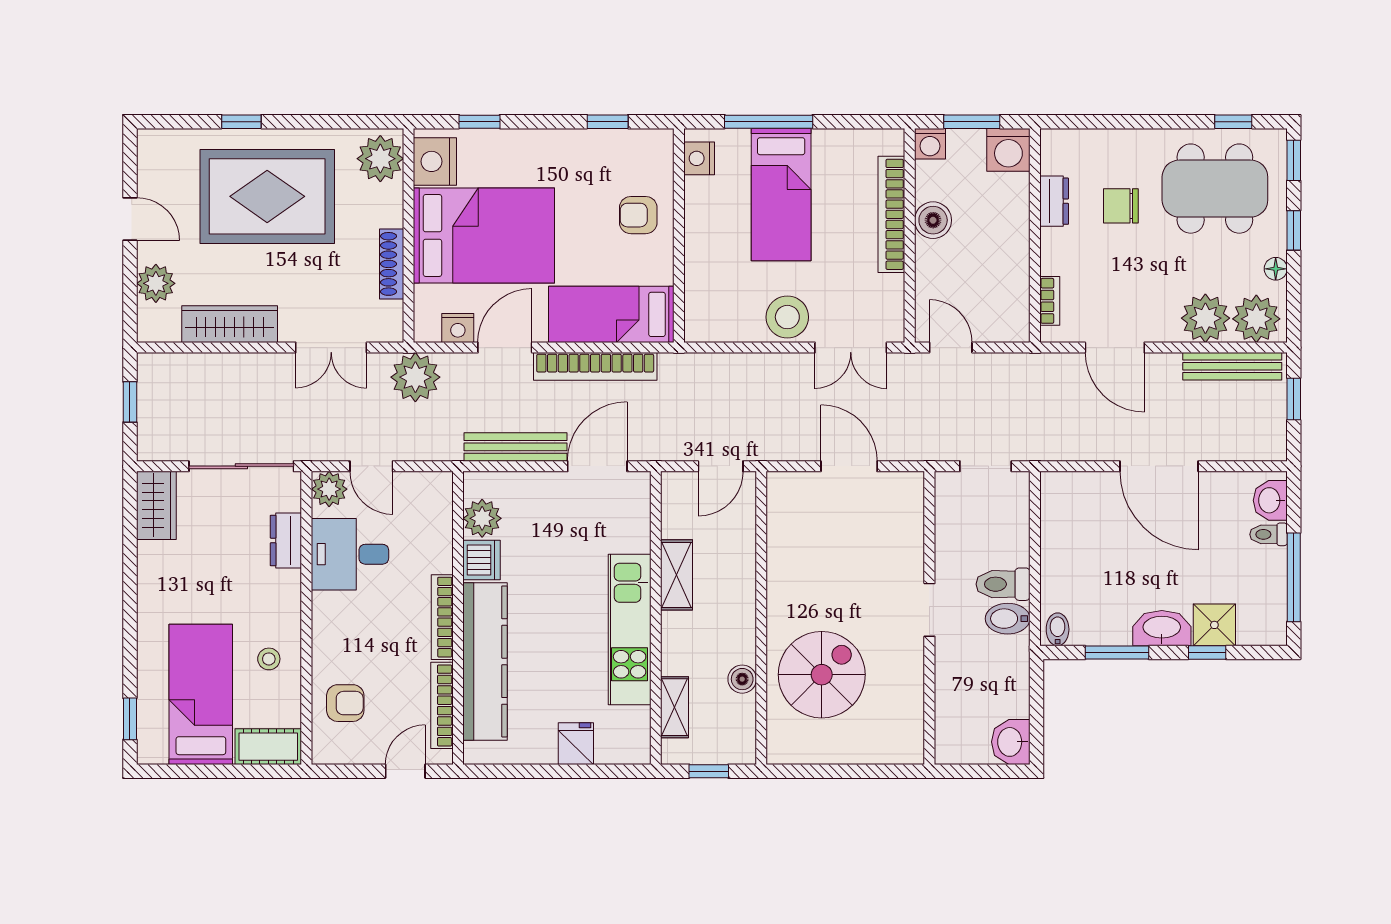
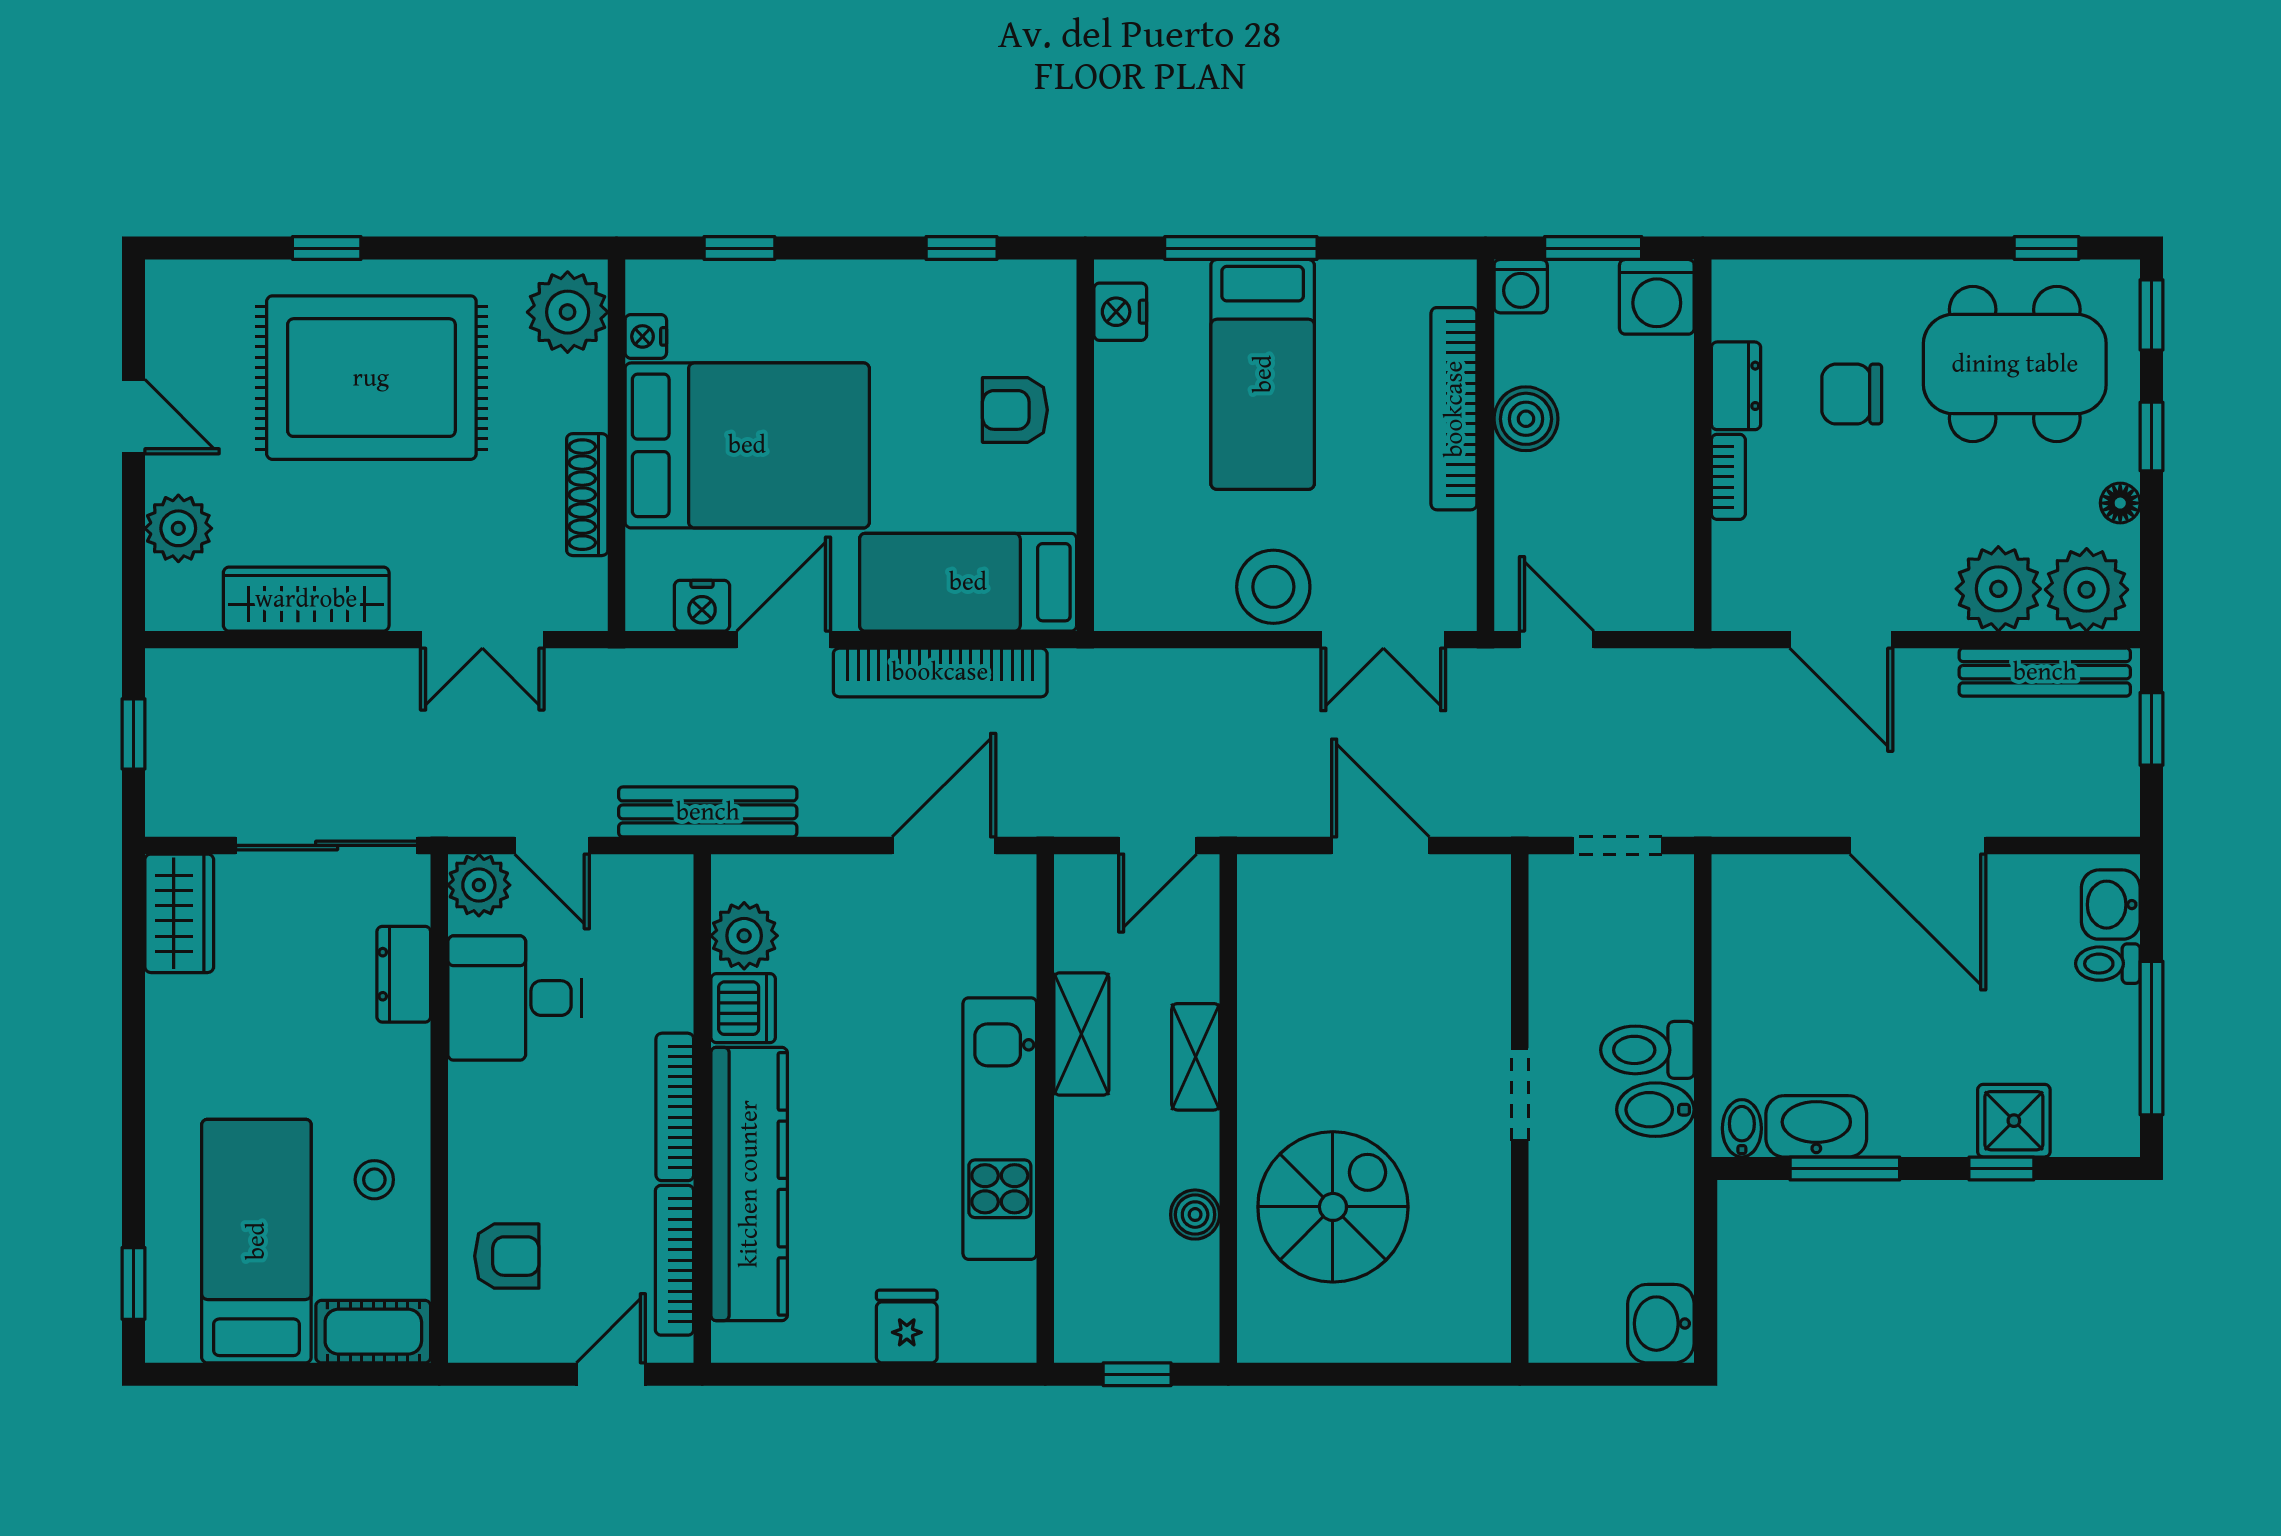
nightstand: (435, 161) -> (646, 336), width x0.53, depth x0.56
bookcase: (1050, 301) -> (1728, 477), moved
plant: (415, 377) -> (628, 691), removed
bench: (516, 447) -> (708, 812), moved
washbasin: (1162, 628) -> (1816, 1126), moved
shelving: (675, 707) -> (1196, 1057), moved

